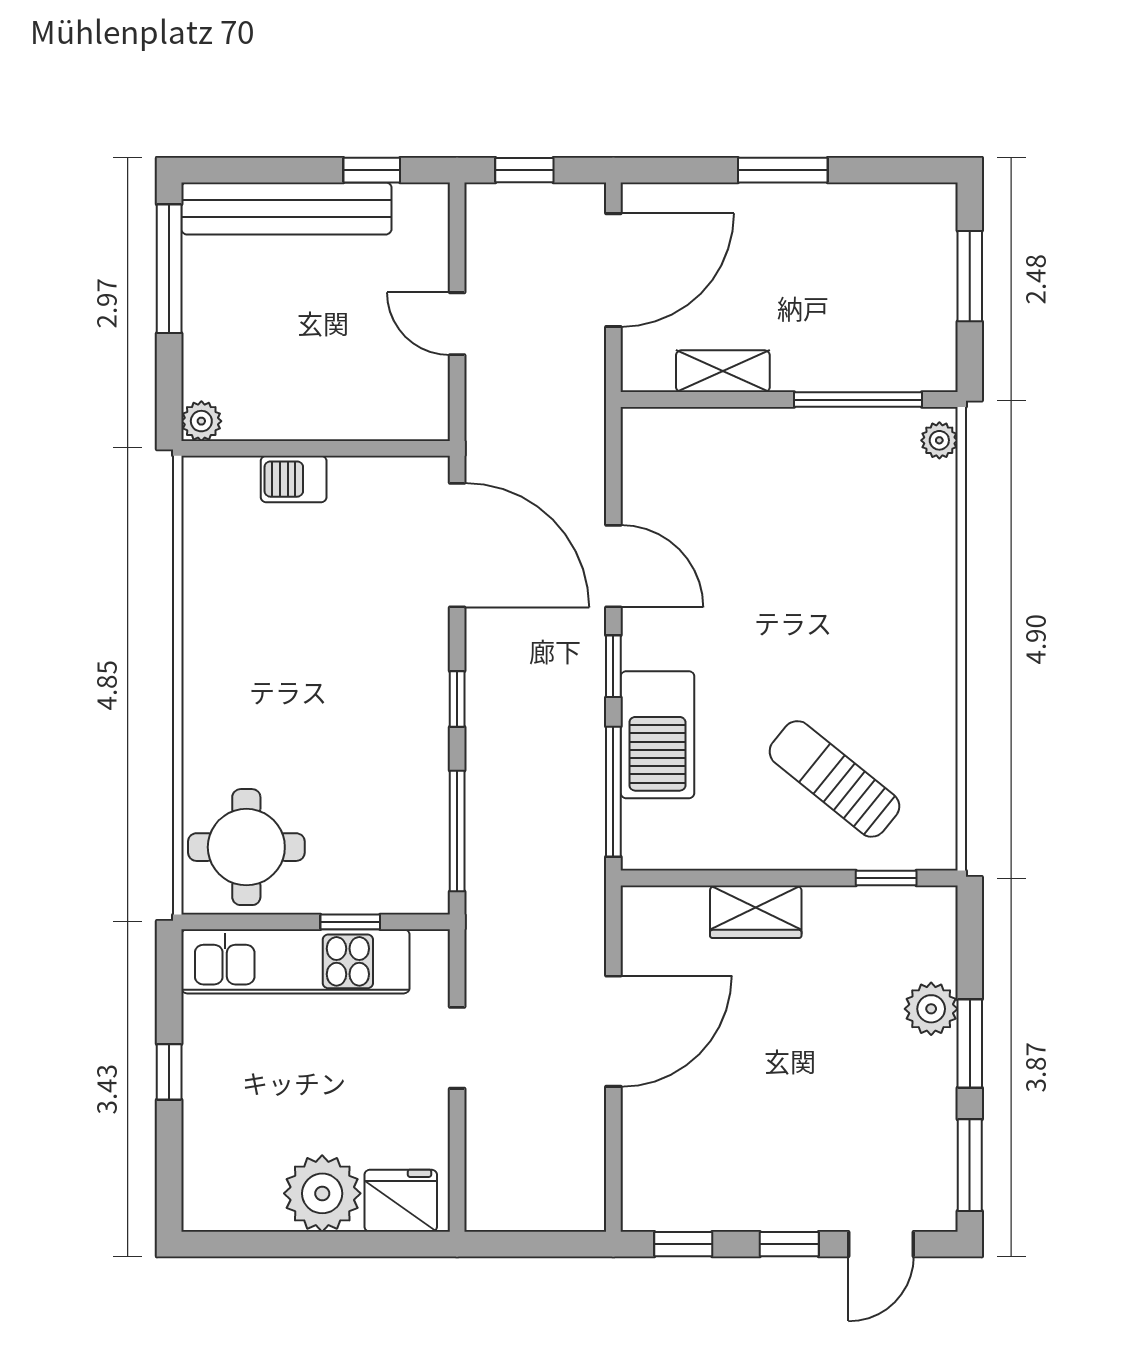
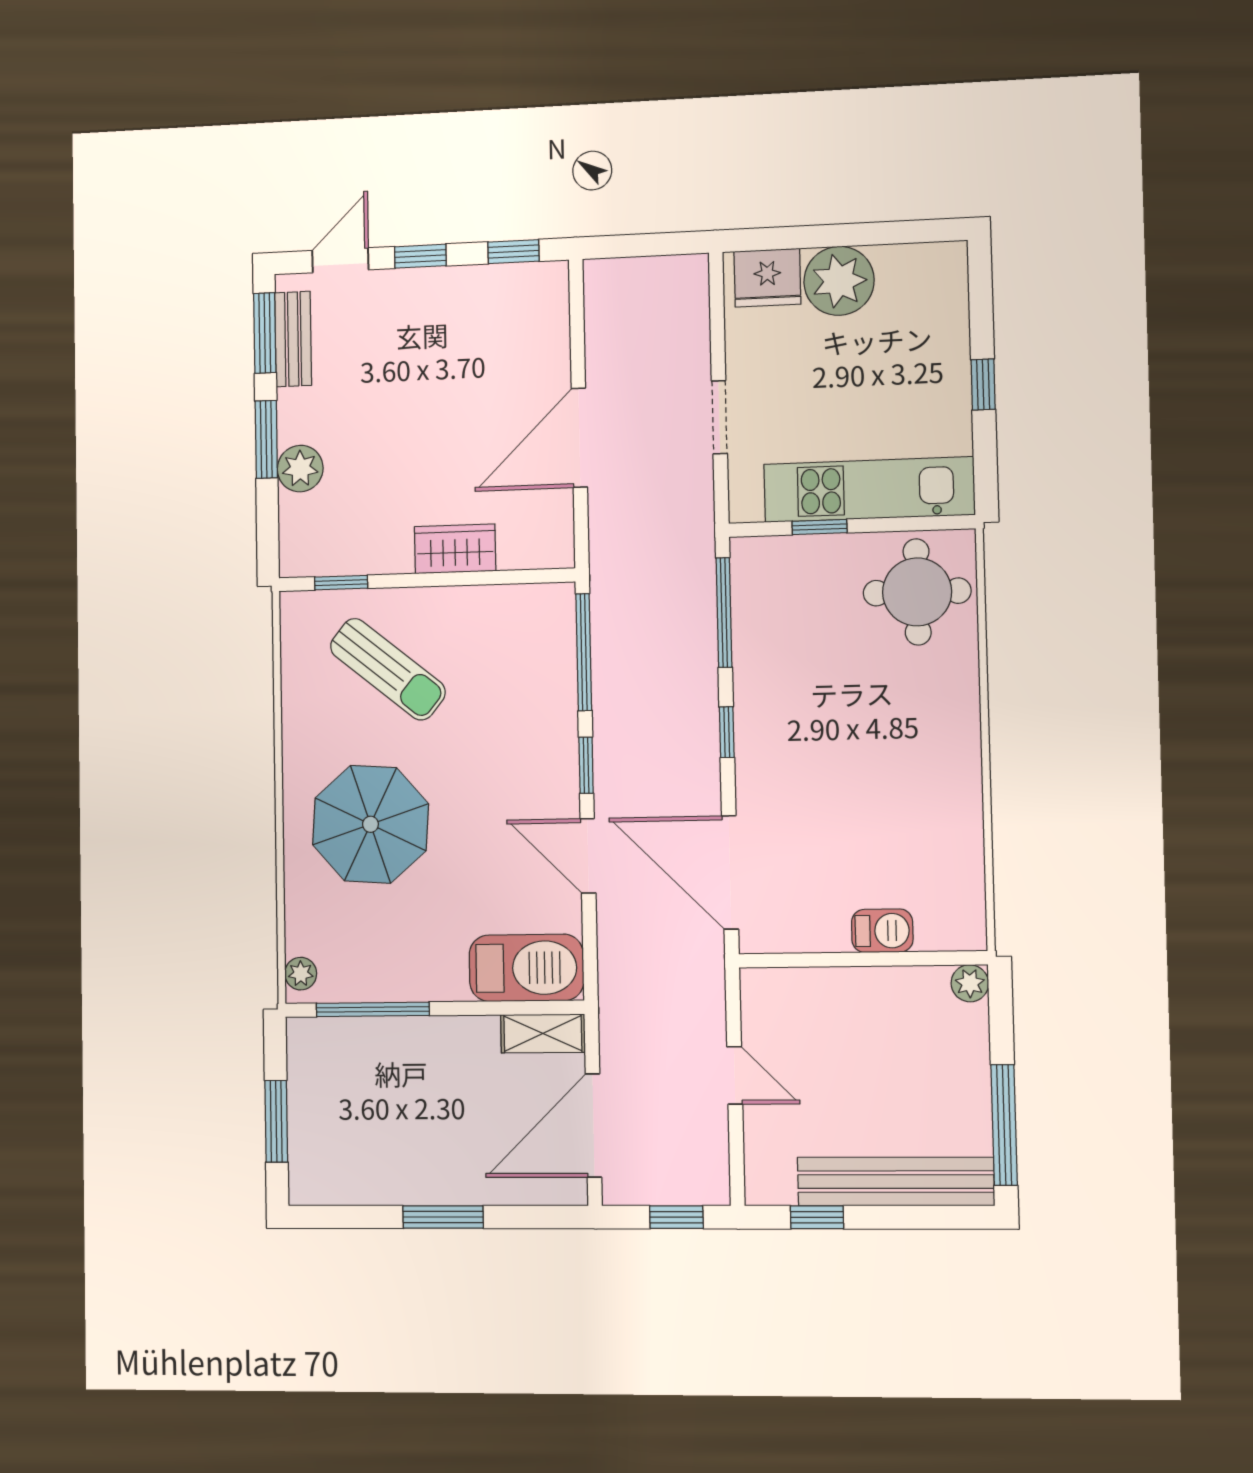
shelving: (723, 371) -> (543, 1033), moved
parasol: (857, 606) -> (370, 824), added
barbecue: (657, 735) -> (526, 968), moved, turned 90
bench: (937, 1157) -> (293, 339), added

